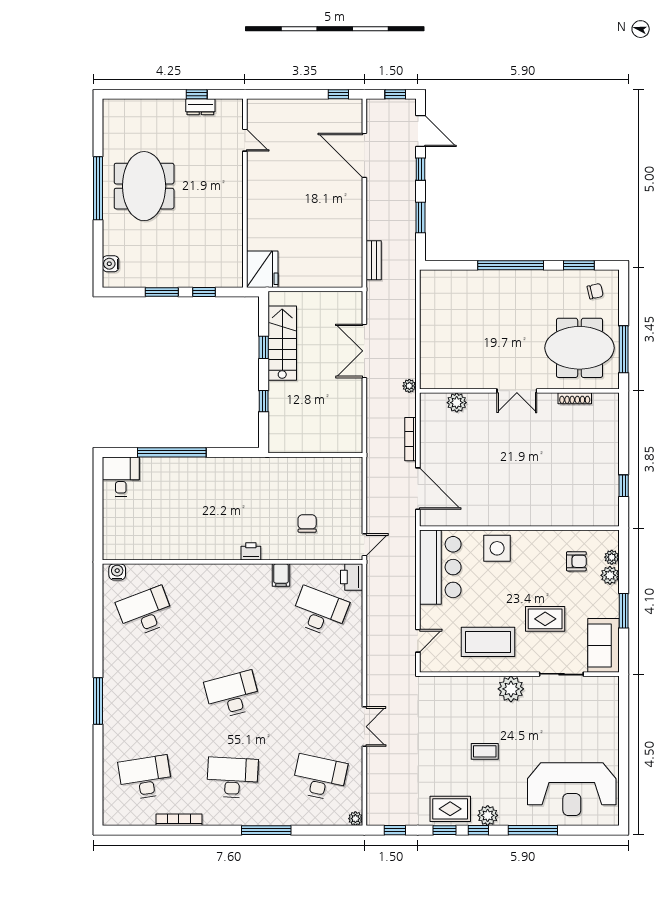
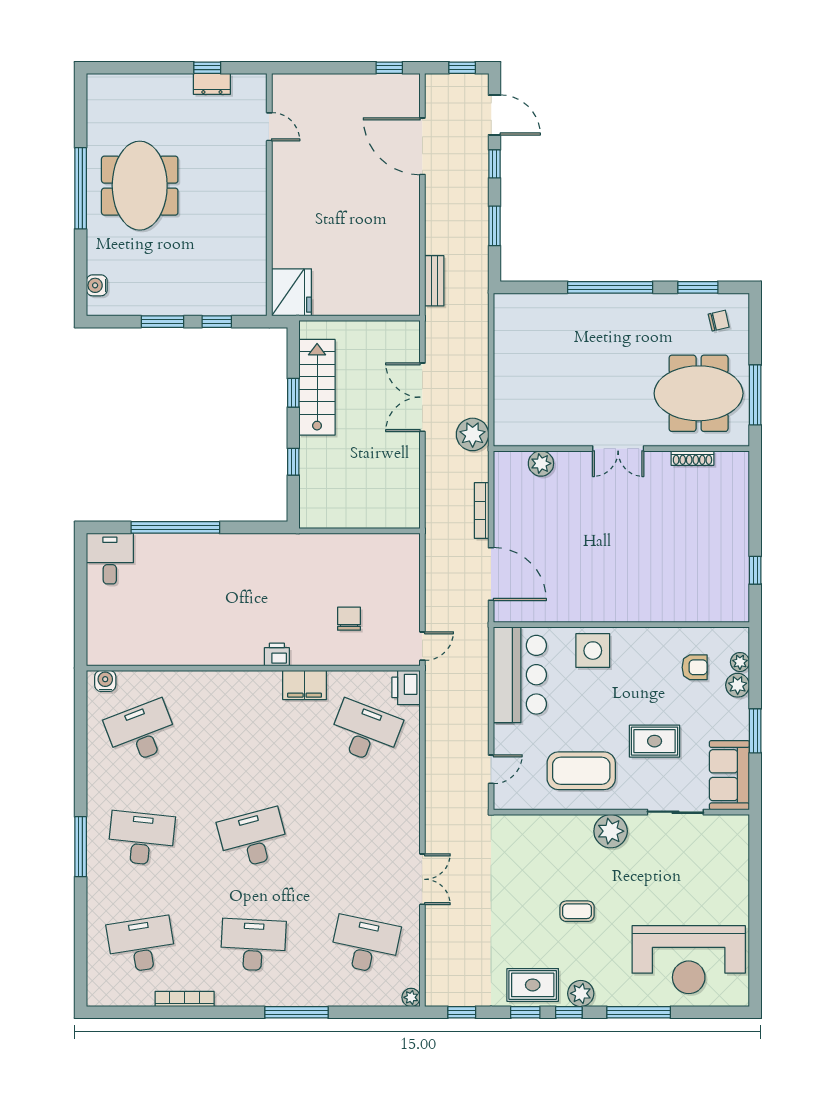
plant: (409, 386) -> (473, 434), width x1.88, depth x1.88
filing cabinet: (281, 575) -> (305, 685), width x2.00
desk: (145, 695) -> (141, 838), added

